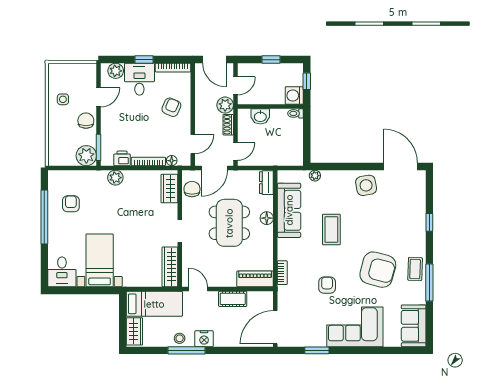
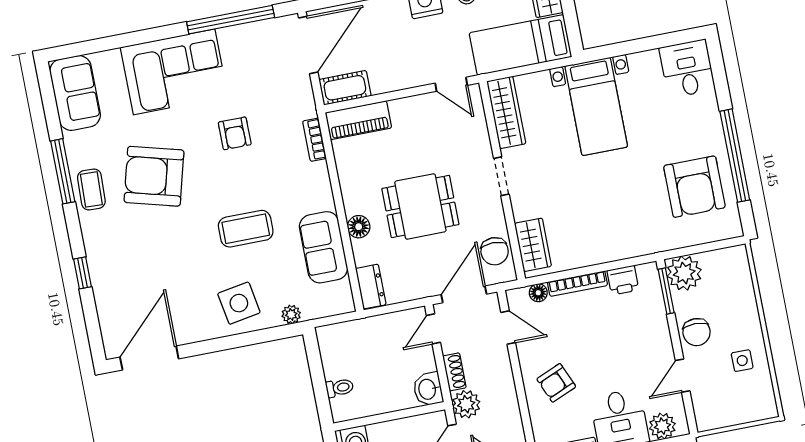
armchair: (171, 107) -> (556, 383), turned 44
toilet: (295, 113) -> (340, 388), moved
washbasin: (260, 116) -> (428, 389), moved, turned -90
door: (193, 144) -> (508, 328), swing flipped
door: (401, 166) -> (149, 358), swing flipped
plant: (115, 178) -> (628, 245), removed
side table: (366, 185) -> (239, 303), moved
armchair: (71, 204) -> (694, 187), width x1.88, depth x1.88
sofa: (289, 210) -> (324, 247), width x0.73
dining table: (229, 223) -> (420, 206), width x0.73
coffee table: (331, 230) -> (246, 229), turned 90
bed with nightstands: (100, 260) -> (596, 106), moved
cot: (233, 299) -> (345, 88), moved
window: (317, 350) -> (231, 20), width x2.11

